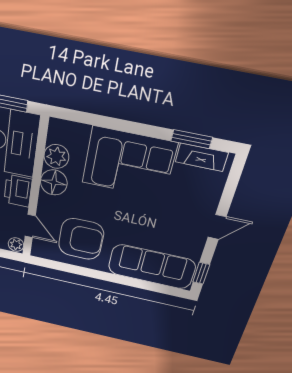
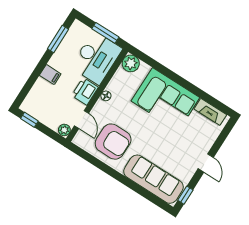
window: (192, 139) -> (208, 98), removed
plant: (56, 156) -> (131, 63), moved
floor lamp: (54, 182) -> (106, 96), width x0.53, depth x0.53
door: (217, 227) -> (206, 163), hinge flipped

